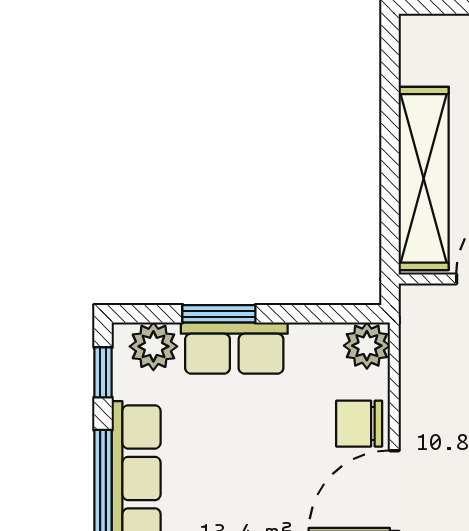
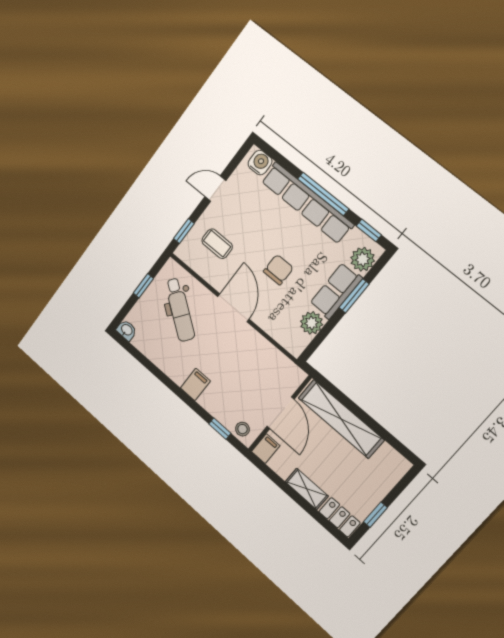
plant: (367, 346) -> (312, 323), moved
chair: (359, 424) -> (278, 270), moved

